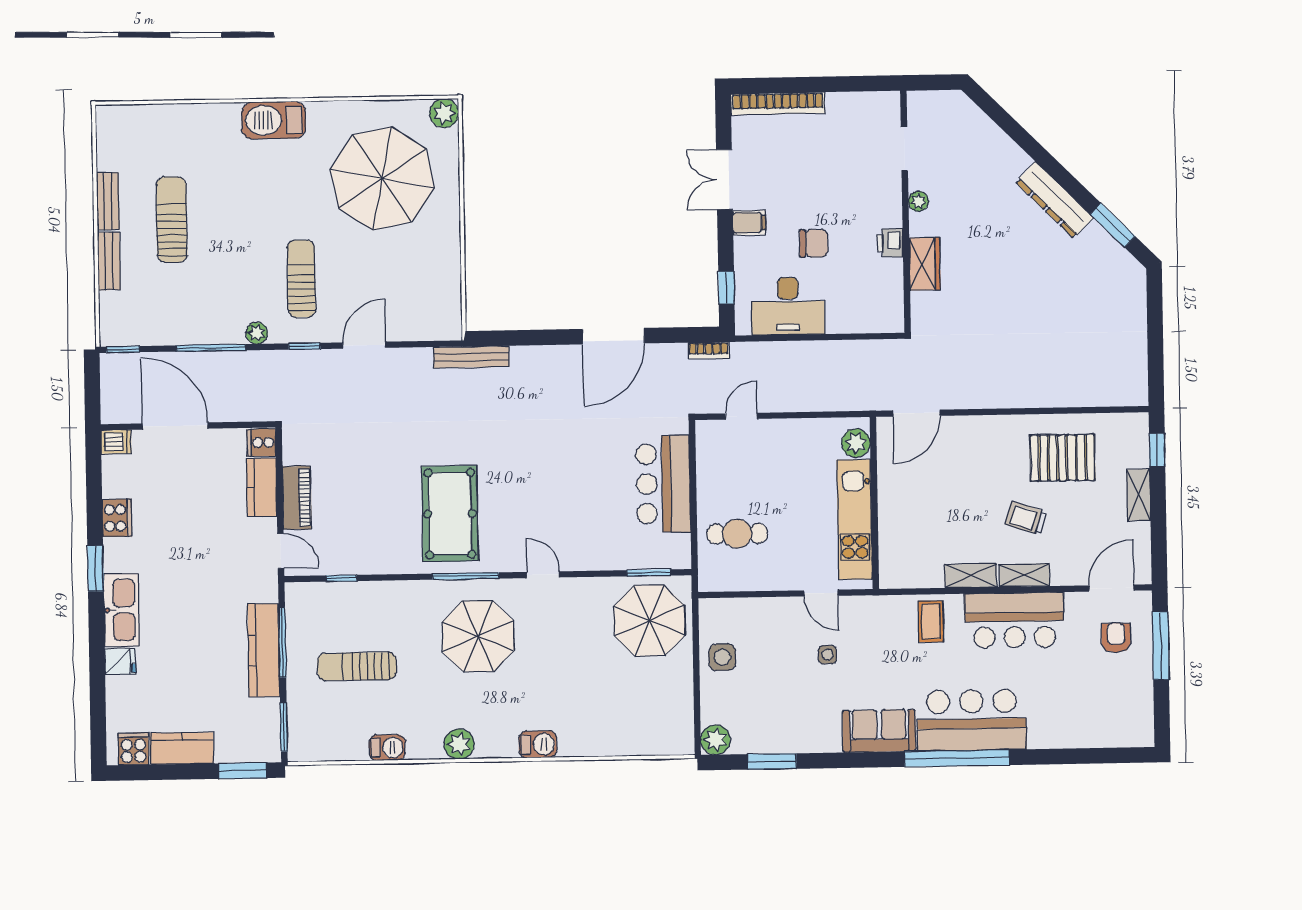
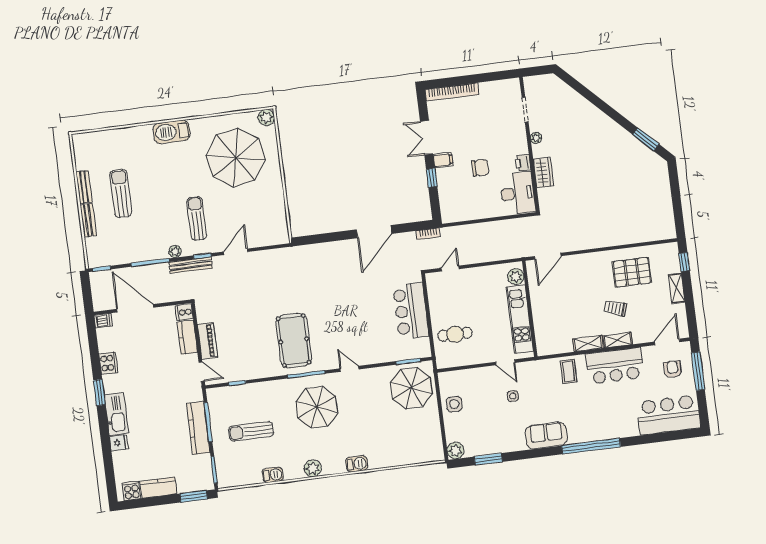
dresser: (1055, 200) -> (612, 129), removed
window: (726, 287) -> (432, 178), moved
desk: (788, 306) -> (518, 193), moved, turned -90
bench: (471, 357) -> (191, 265), moved
bar counter: (972, 720) -> (668, 415), moved

